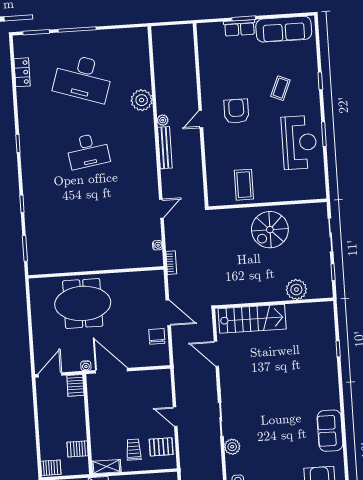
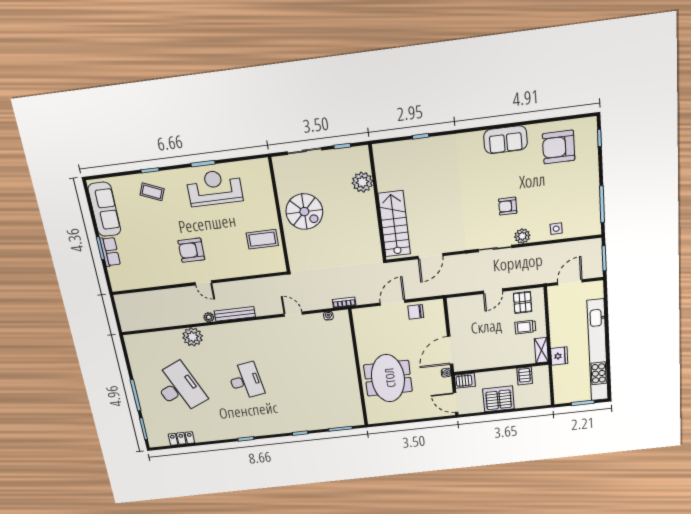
desk: (83, 78) -> (179, 388), turned -42
coffee table: (280, 88) -> (152, 192), moved
armchair: (264, 432) -> (508, 206), added
server rack: (51, 468) -> (499, 399), moved, width x2.18, depth x1.44

